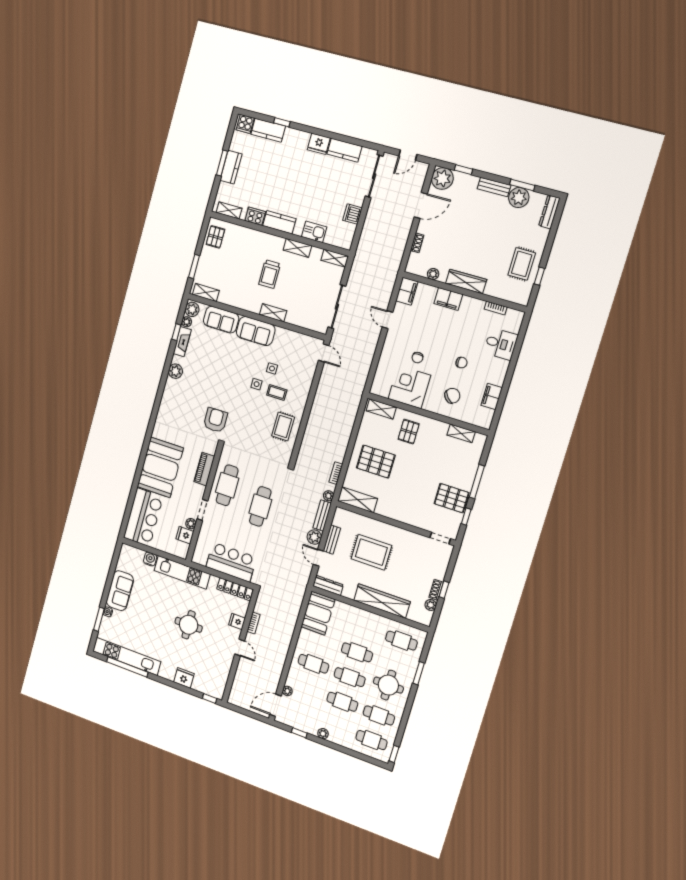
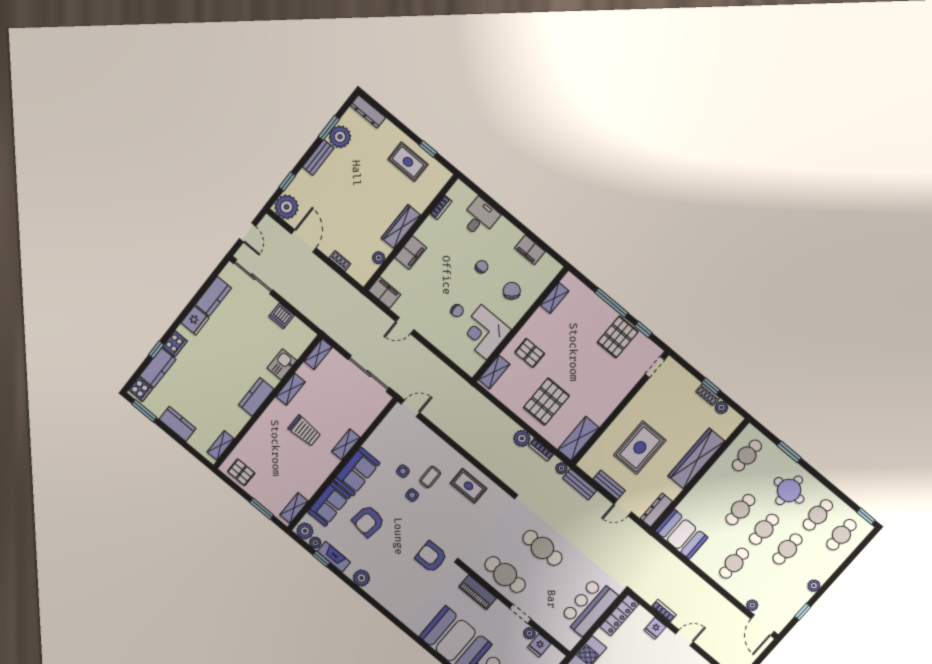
window: (222, 163) -> (144, 411), moved
cooker: (255, 216) -> (175, 344), moved, turned 180
armchair: (221, 357) -> (368, 521), added
plant: (314, 537) -> (522, 438), moved

